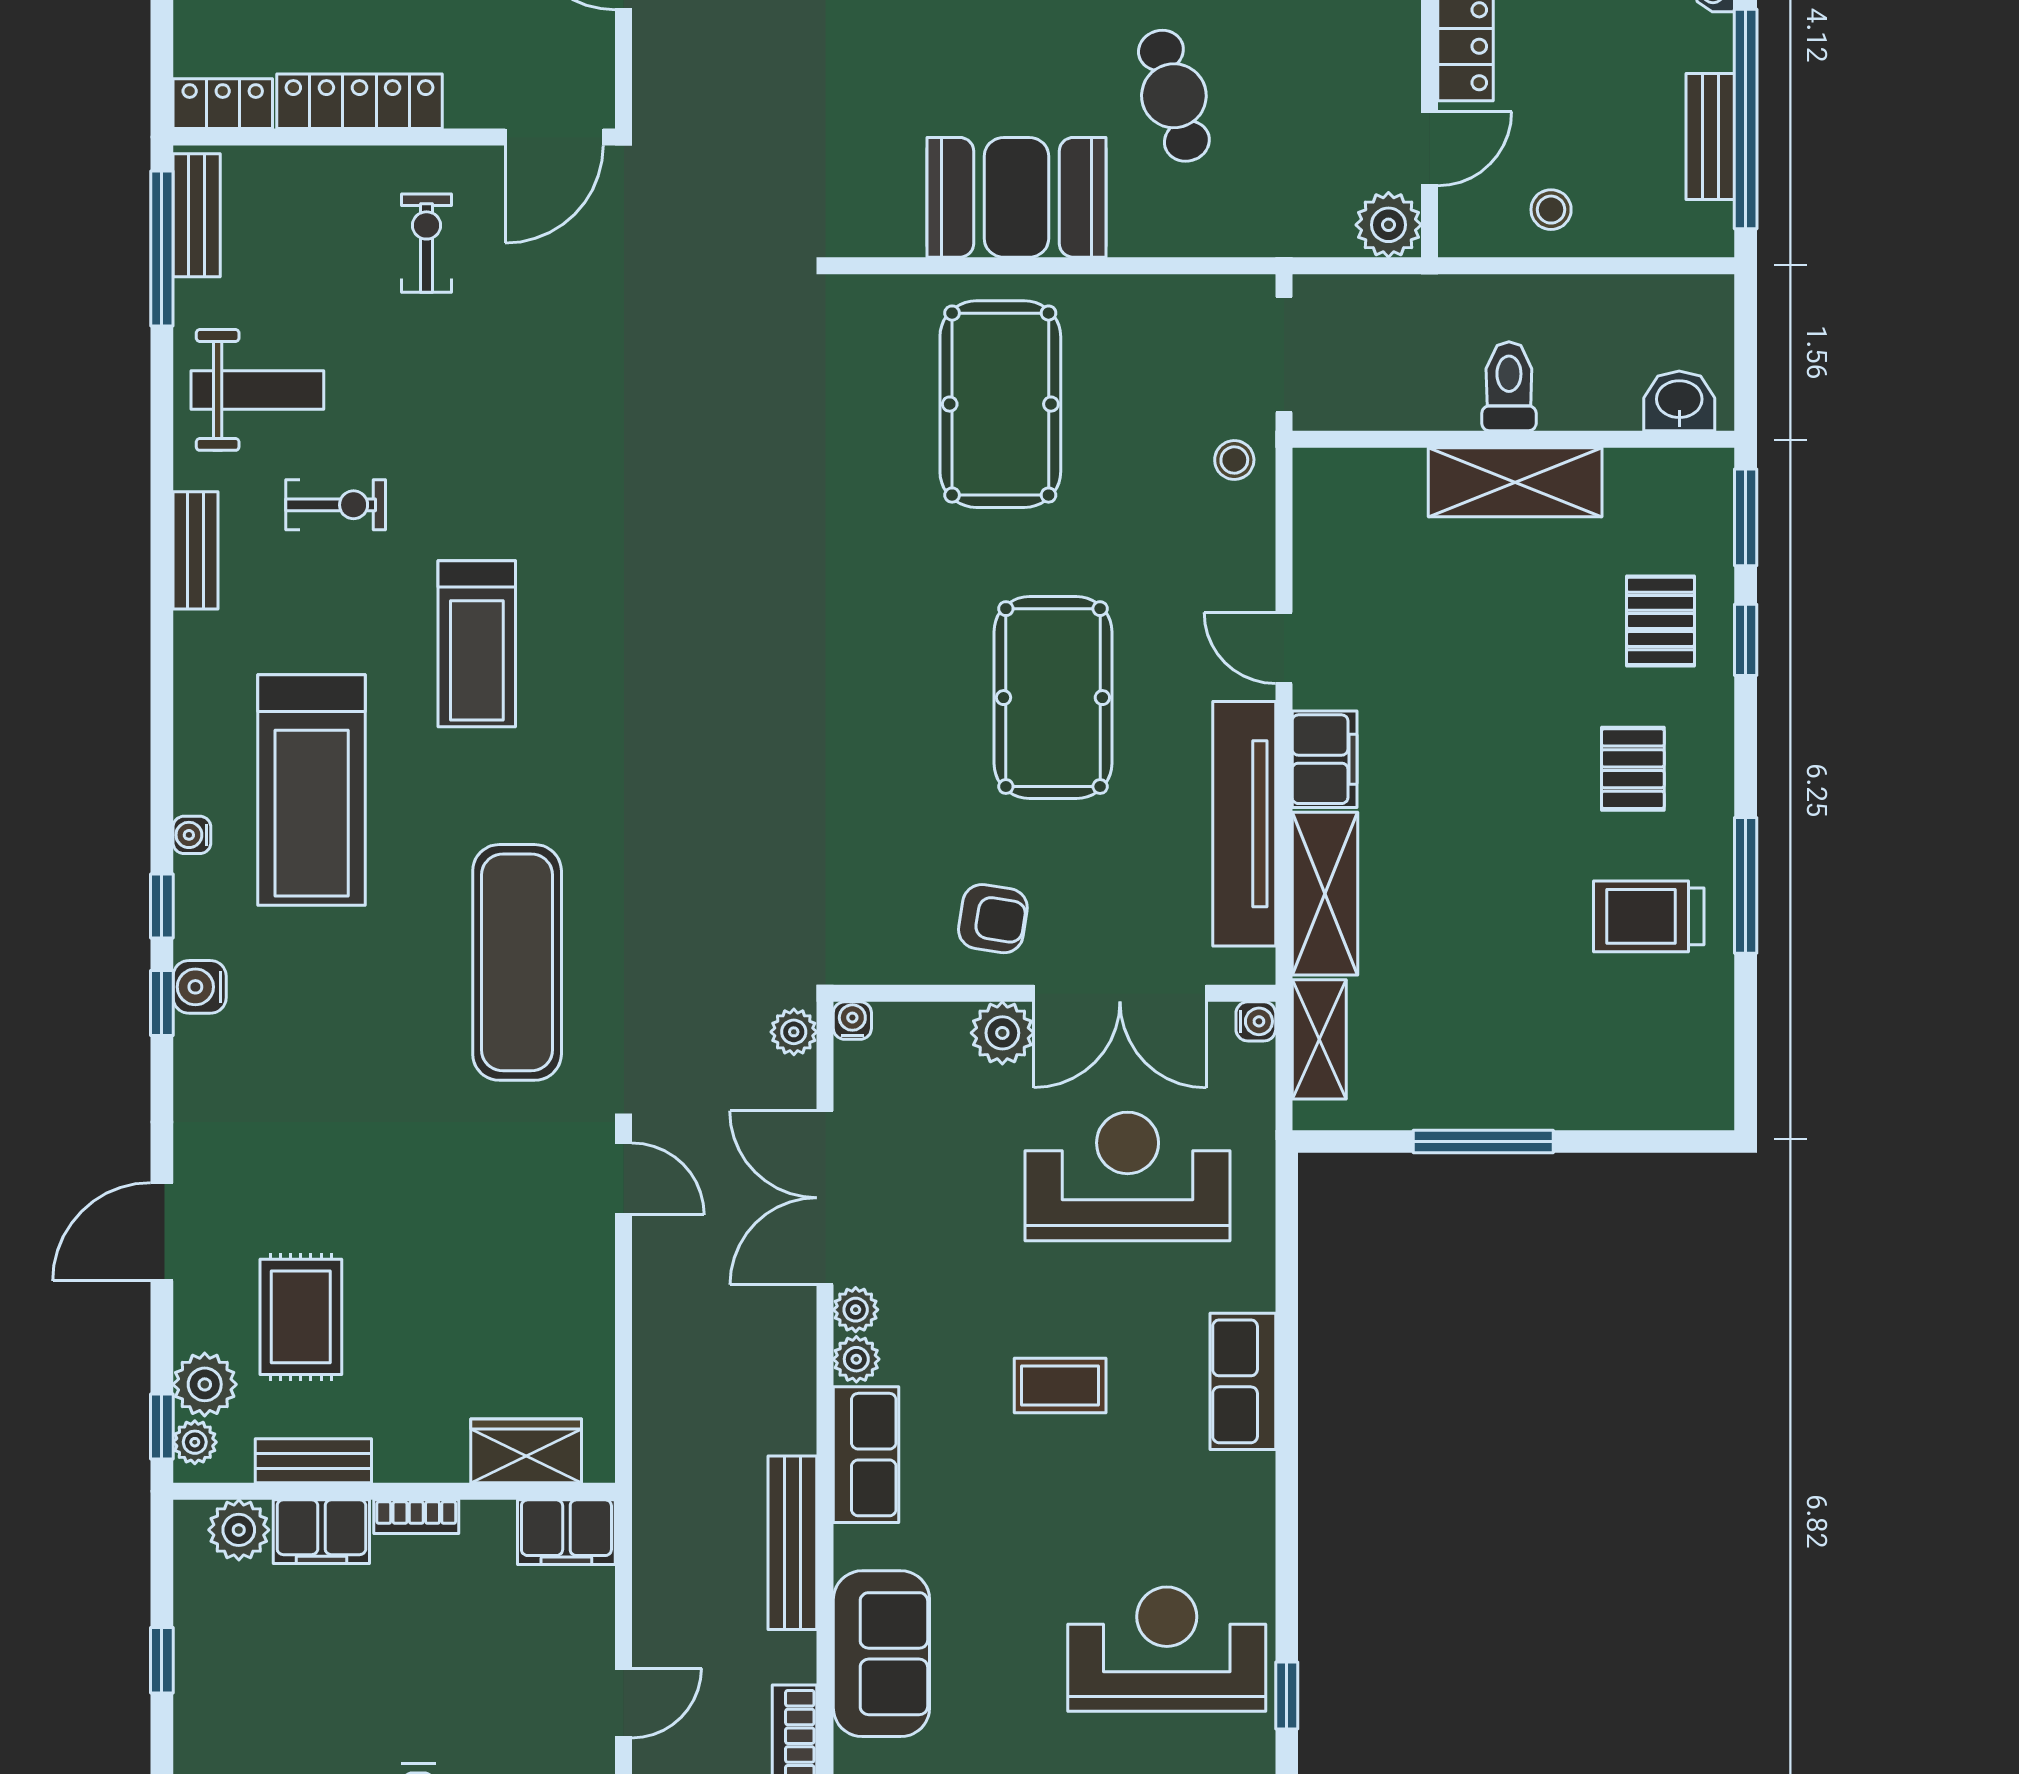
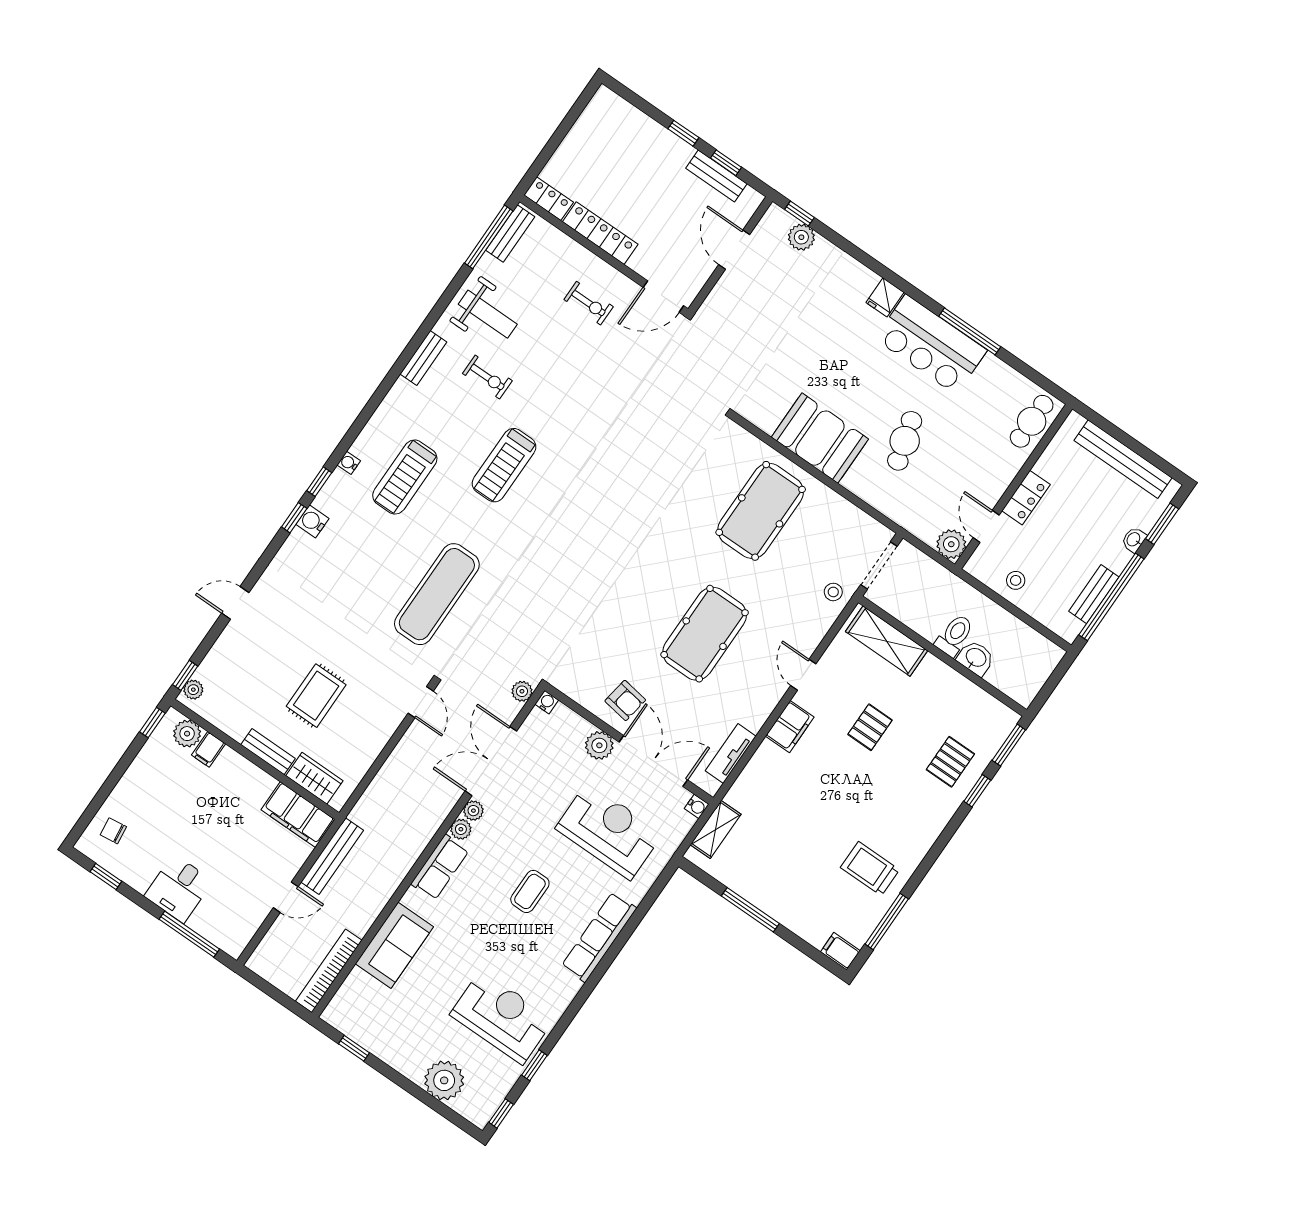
door: (1429, 149) -> (986, 526), swing flipped
exercise bike: (426, 243) -> (589, 303), turned 90
washbasin: (1679, 401) -> (976, 658), moved
shelving: (1515, 482) -> (887, 641), moved
pallet: (1633, 769) -> (870, 727), moved
treadmill: (312, 790) -> (405, 477), width x0.73, depth x0.73
tv unit: (1244, 824) -> (731, 753), width x0.52, depth x0.78
window: (1746, 885) -> (887, 921), moved
shelving: (1325, 894) -> (755, 777), removed
double door: (1120, 993) -> (653, 761), swing flipped
filing cabinet: (1699, 1104) -> (840, 951), added
door: (162, 1232) -> (235, 603), width x0.73
rug: (301, 1317) -> (316, 696), moved
row of seats: (1243, 1381) -> (599, 937), width x1.48
plant: (205, 1384) -> (212, 671), removed
coffee table: (1060, 1385) -> (530, 891), turned 90
bench: (313, 1461) -> (268, 752), moved
bookcase: (416, 1517) -> (257, 774), removed
filing cabinet: (321, 1532) -> (208, 749), width x0.50
filing cabinet: (566, 1532) -> (298, 815), width x1.50, depth x1.17
bench: (792, 1543) -> (332, 856), moved
window: (162, 1660) -> (152, 723), moved

